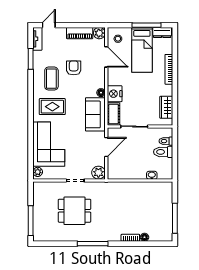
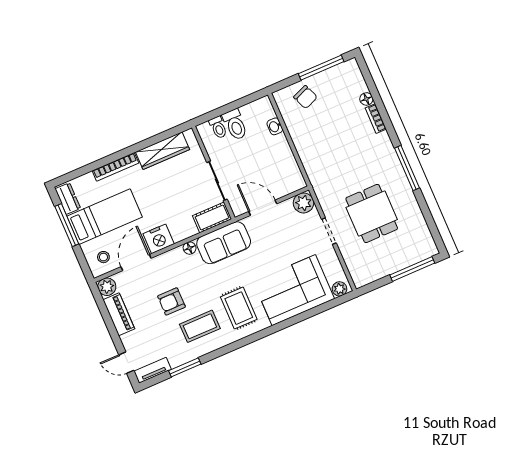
nightstand: (115, 94) -> (159, 239), moved
wardrobe: (166, 107) -> (163, 151), width x1.50
chair: (161, 201) -> (305, 97), added

